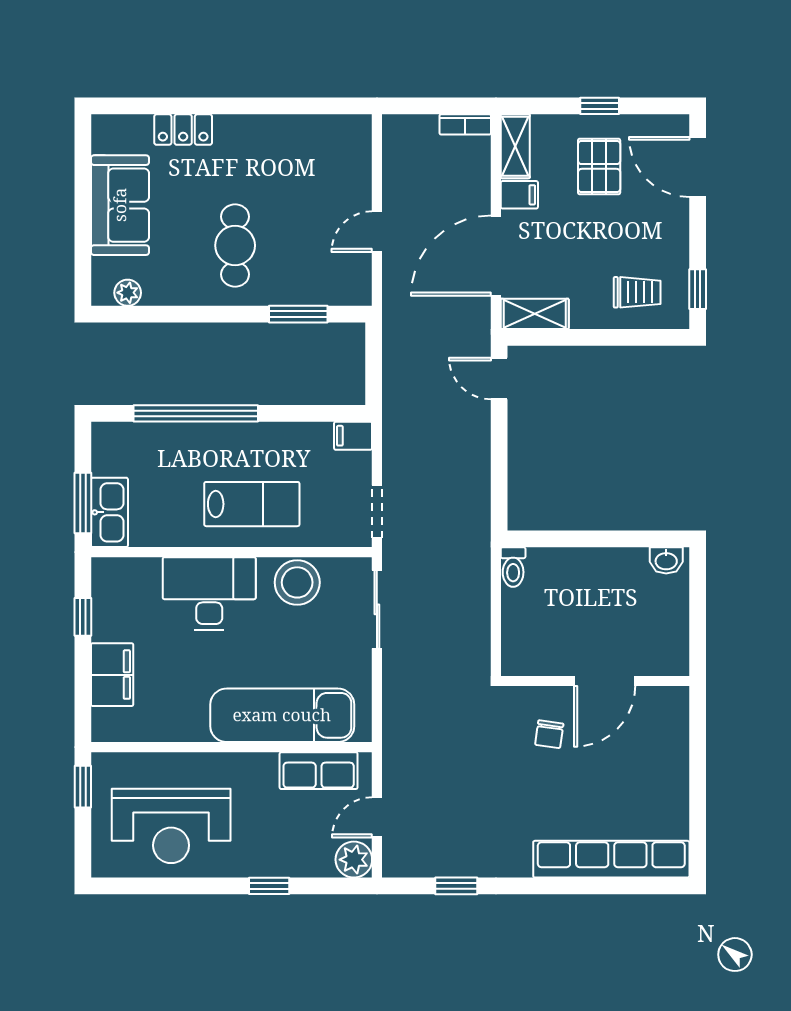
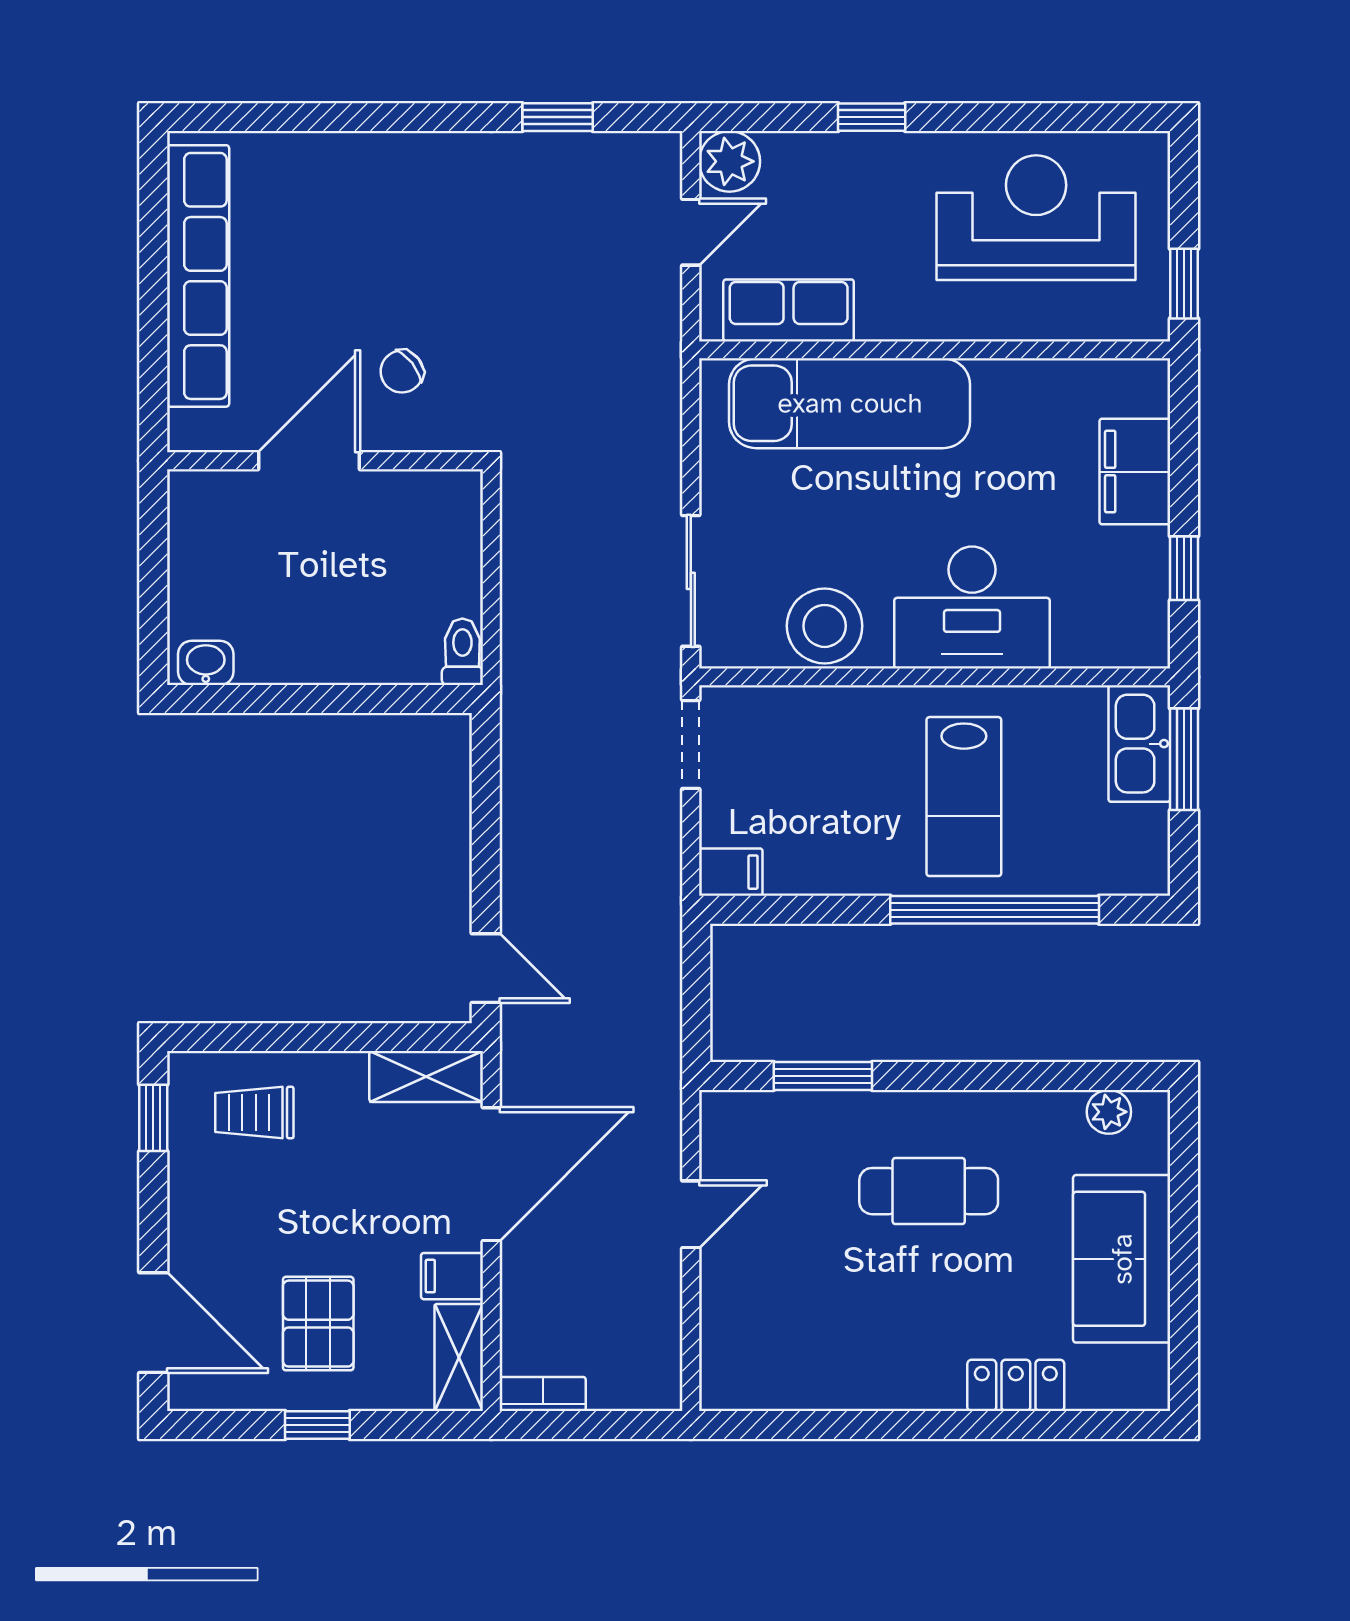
cafe table: (235, 245) -> (929, 1191), turned 90
lab bench: (252, 504) -> (964, 797), moved, turned -90
chair: (549, 734) -> (402, 372), turned -136
row of seats: (611, 859) -> (198, 276), moved, turned -90

